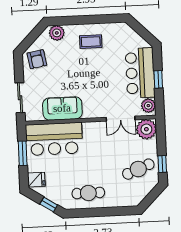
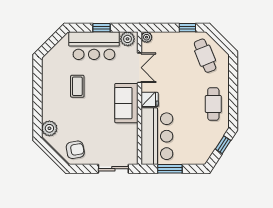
coffee table: (91, 42) -> (77, 86), moved
sofa: (62, 108) -> (126, 103), moved
plant: (146, 129) -> (147, 37), width x0.53, depth x0.53
cafe table: (138, 169) -> (205, 56), moved
fridge: (36, 180) -> (150, 99), moved, turned 90

